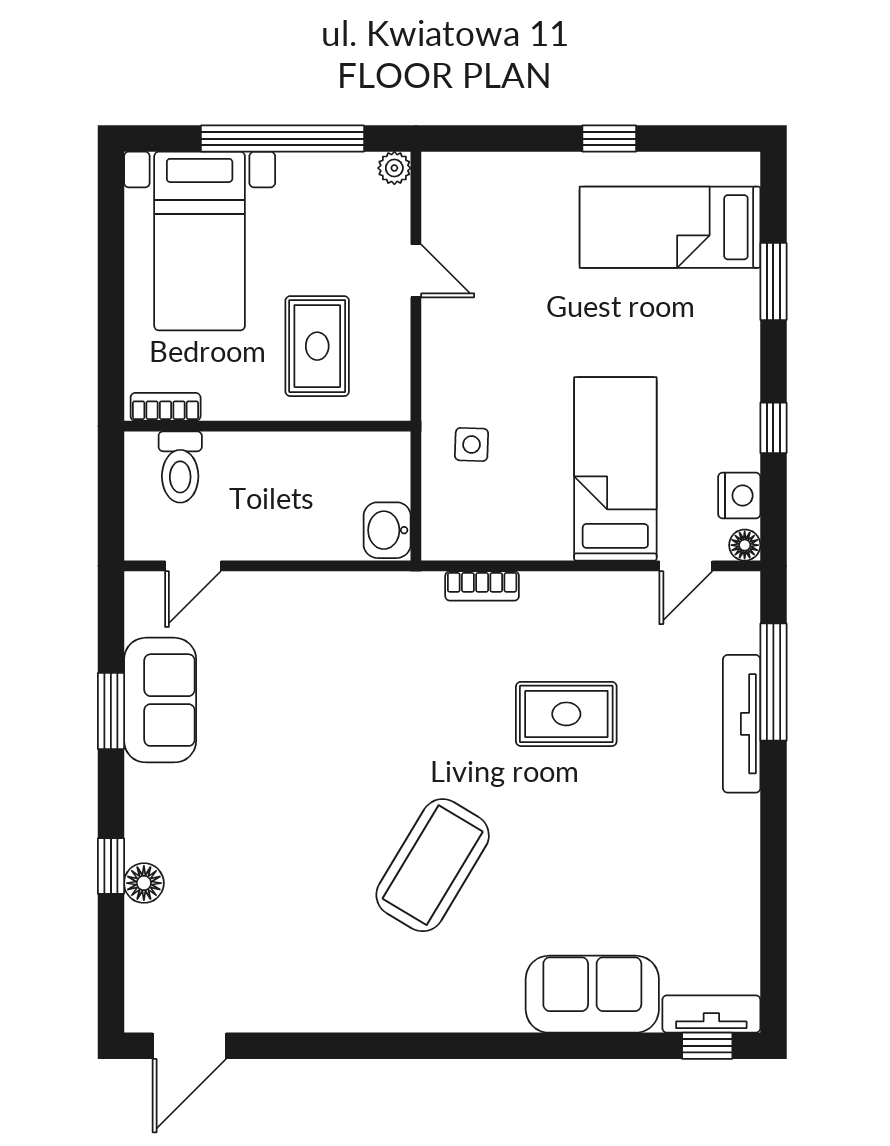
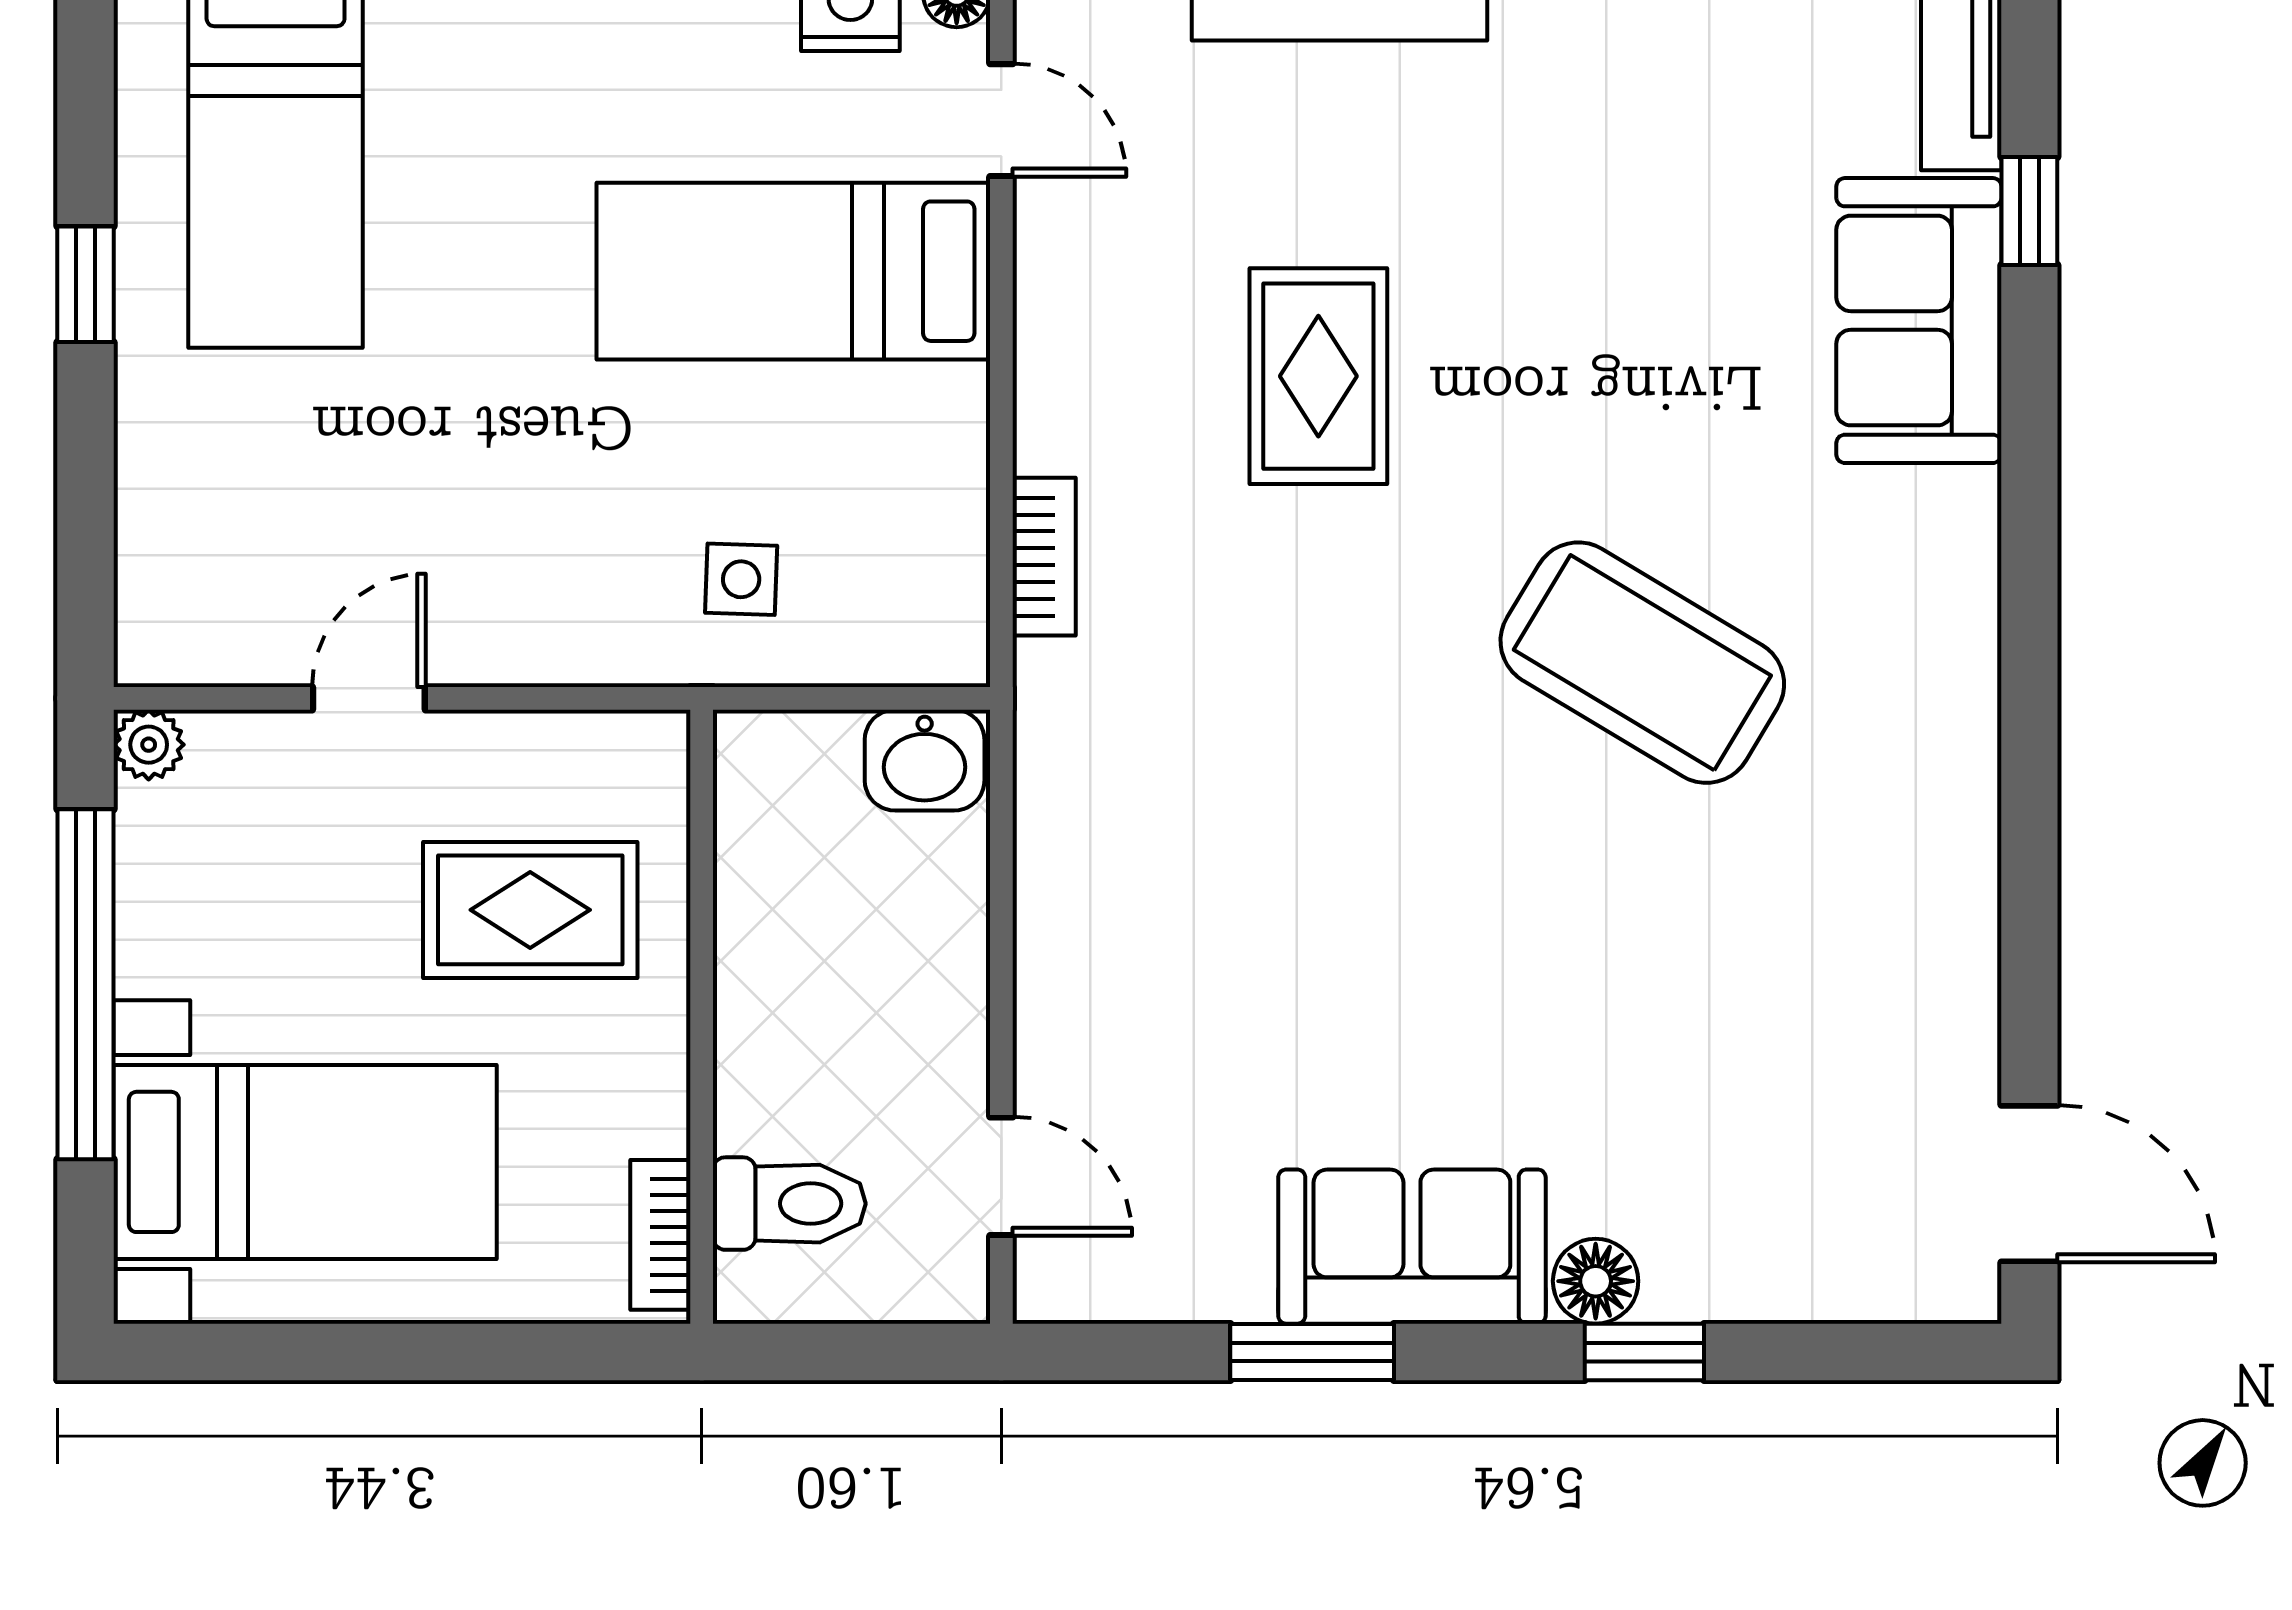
sofa: (160, 700) -> (1412, 1247), moved
floor lamp: (144, 883) -> (1596, 1281), moved
window: (707, 1046) -> (2029, 211), moved

